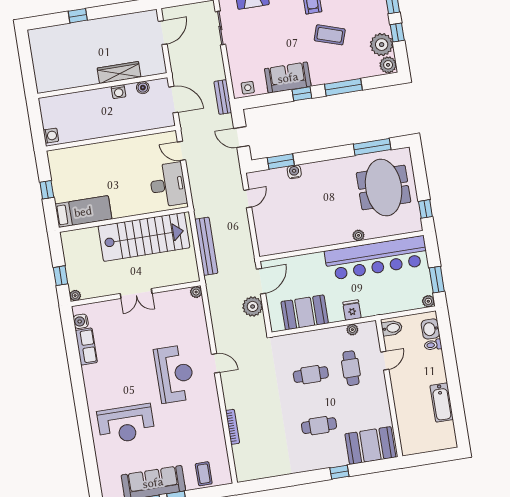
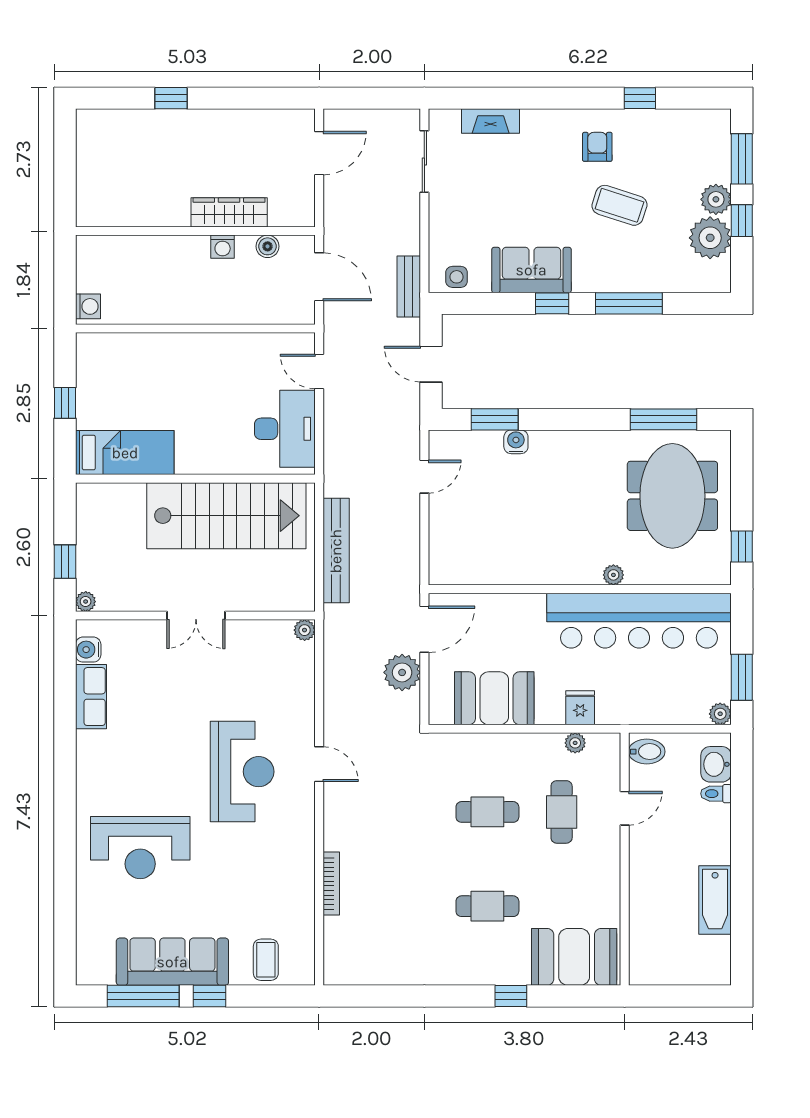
plant: (388, 65) -> (716, 199), moved

